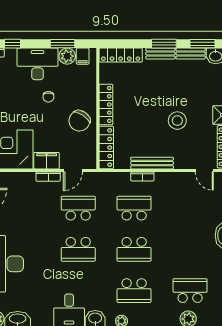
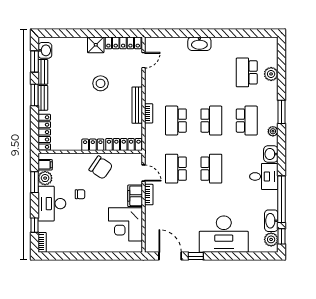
locker: (106, 104) -> (93, 145), width x0.66

